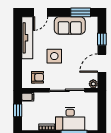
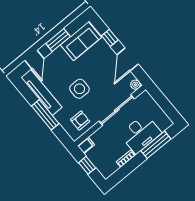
window: (81, 12) -> (58, 40), moved
sofa: (70, 26) -> (81, 41), moved
window: (18, 55) -> (45, 115), added

